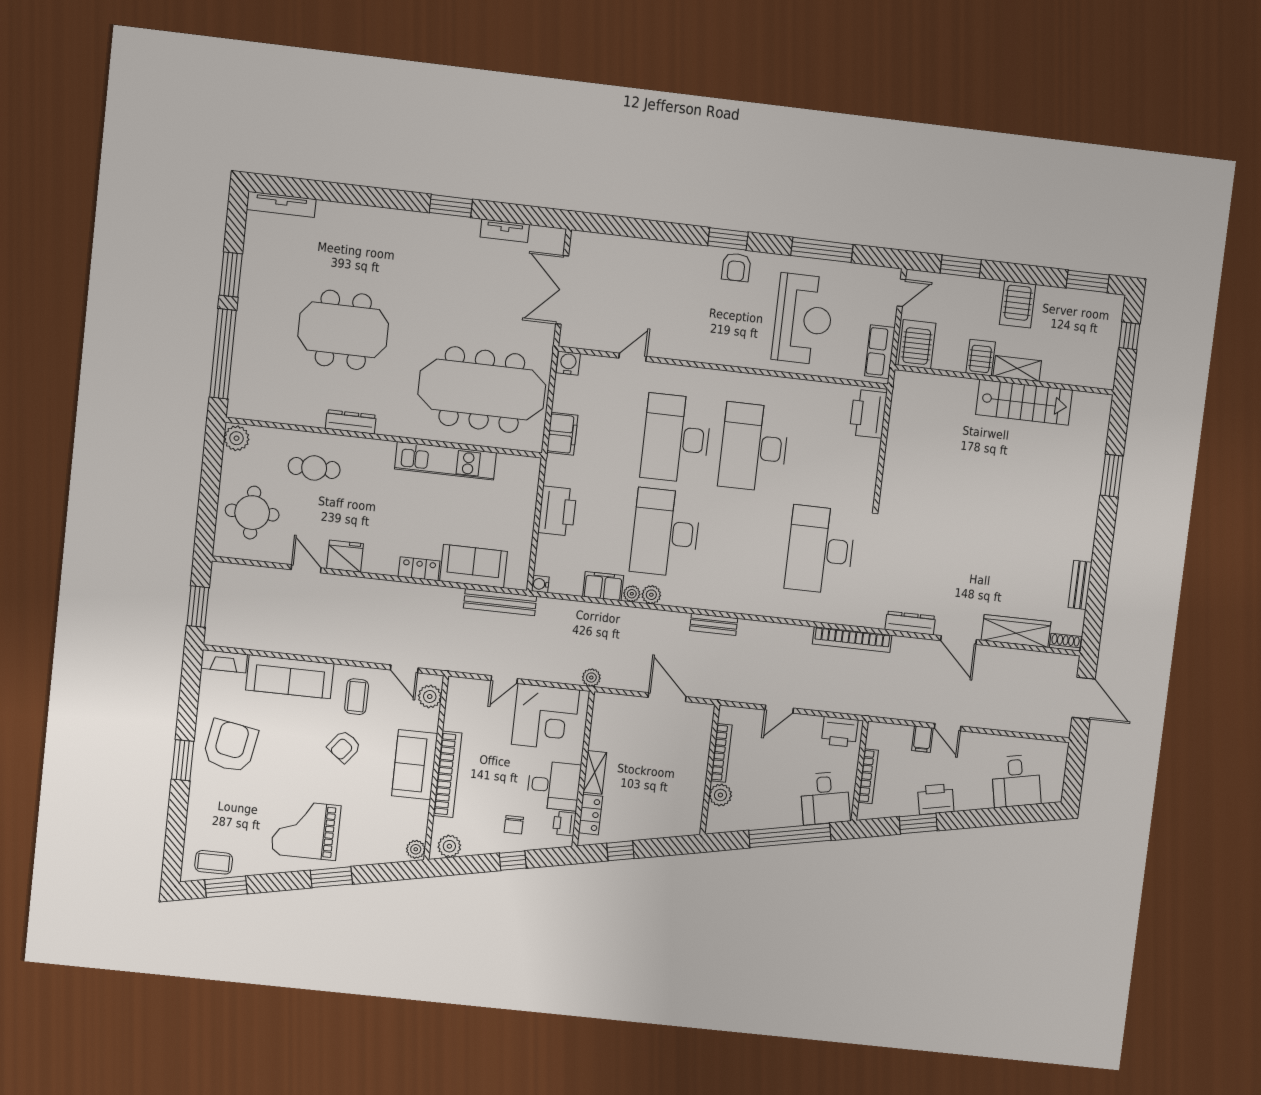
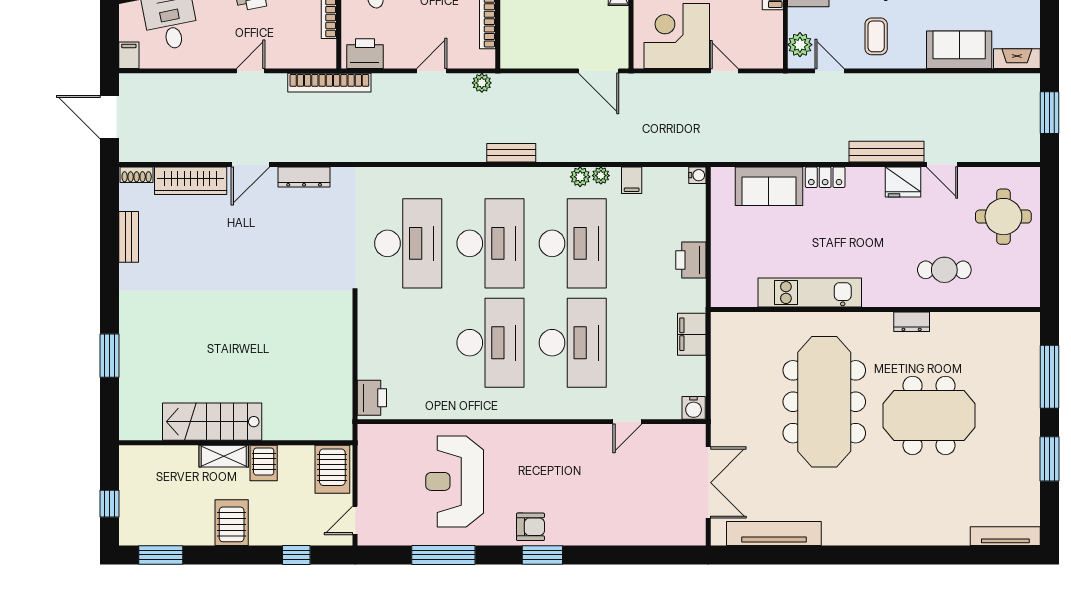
window: (451, 206) -> (832, 555), removed
tv unit: (505, 231) -> (774, 533), width x1.92, depth x1.29
window: (961, 266) -> (296, 555), width x0.67
armchair: (736, 267) -> (530, 527), turned 90
row of seats: (880, 352) -> (370, 457), removed
window: (223, 354) -> (1050, 377), width x0.68
meeting table: (482, 390) -> (824, 402), moved, turned 90
printer: (868, 414) -> (372, 398), width x0.73, depth x0.84
dresser: (351, 422) -> (912, 322), width x0.70
plant: (237, 438) -> (1027, 292), removed
printer: (557, 511) -> (691, 260), width x0.73, depth x0.84
desk: (743, 541) -> (490, 243), added
filing cabinet: (603, 586) -> (632, 180), width x0.50
bench: (500, 602) -> (886, 152), moved
bookcase: (852, 640) -> (329, 83), moved, turned 180
door: (959, 640) -> (250, 164), swing flipped
sofa: (290, 677) -> (959, 50), width x0.73
plant: (591, 678) -> (482, 83), moved
door: (504, 680) -> (724, 71), hinge flipped
door: (667, 697) -> (599, 71), moved
door: (948, 727) -> (251, 71), hinge flipped
filing cabinet: (922, 739) -> (129, 55), moved

